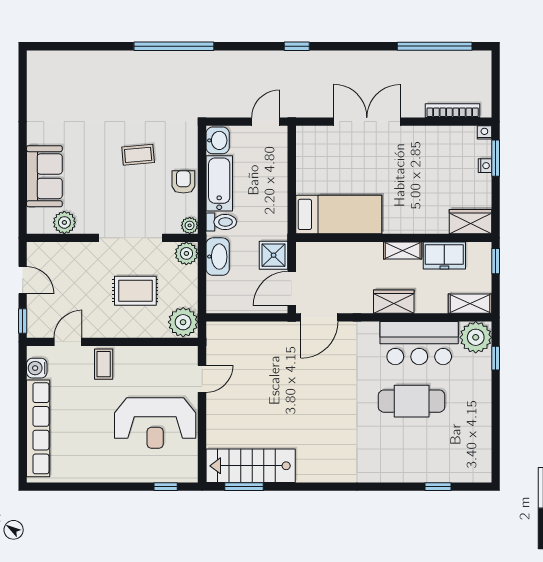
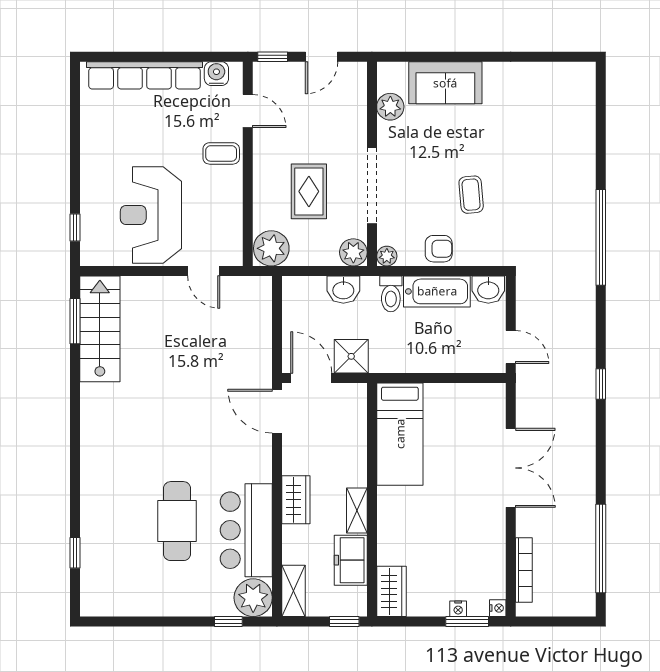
washbasin: (218, 257) -> (343, 290), width x0.72

